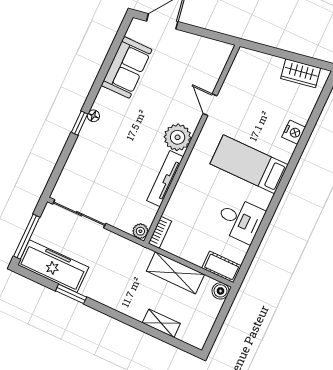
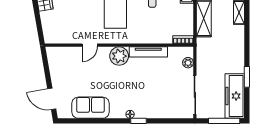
plant: (140, 231) -> (188, 63), moved

